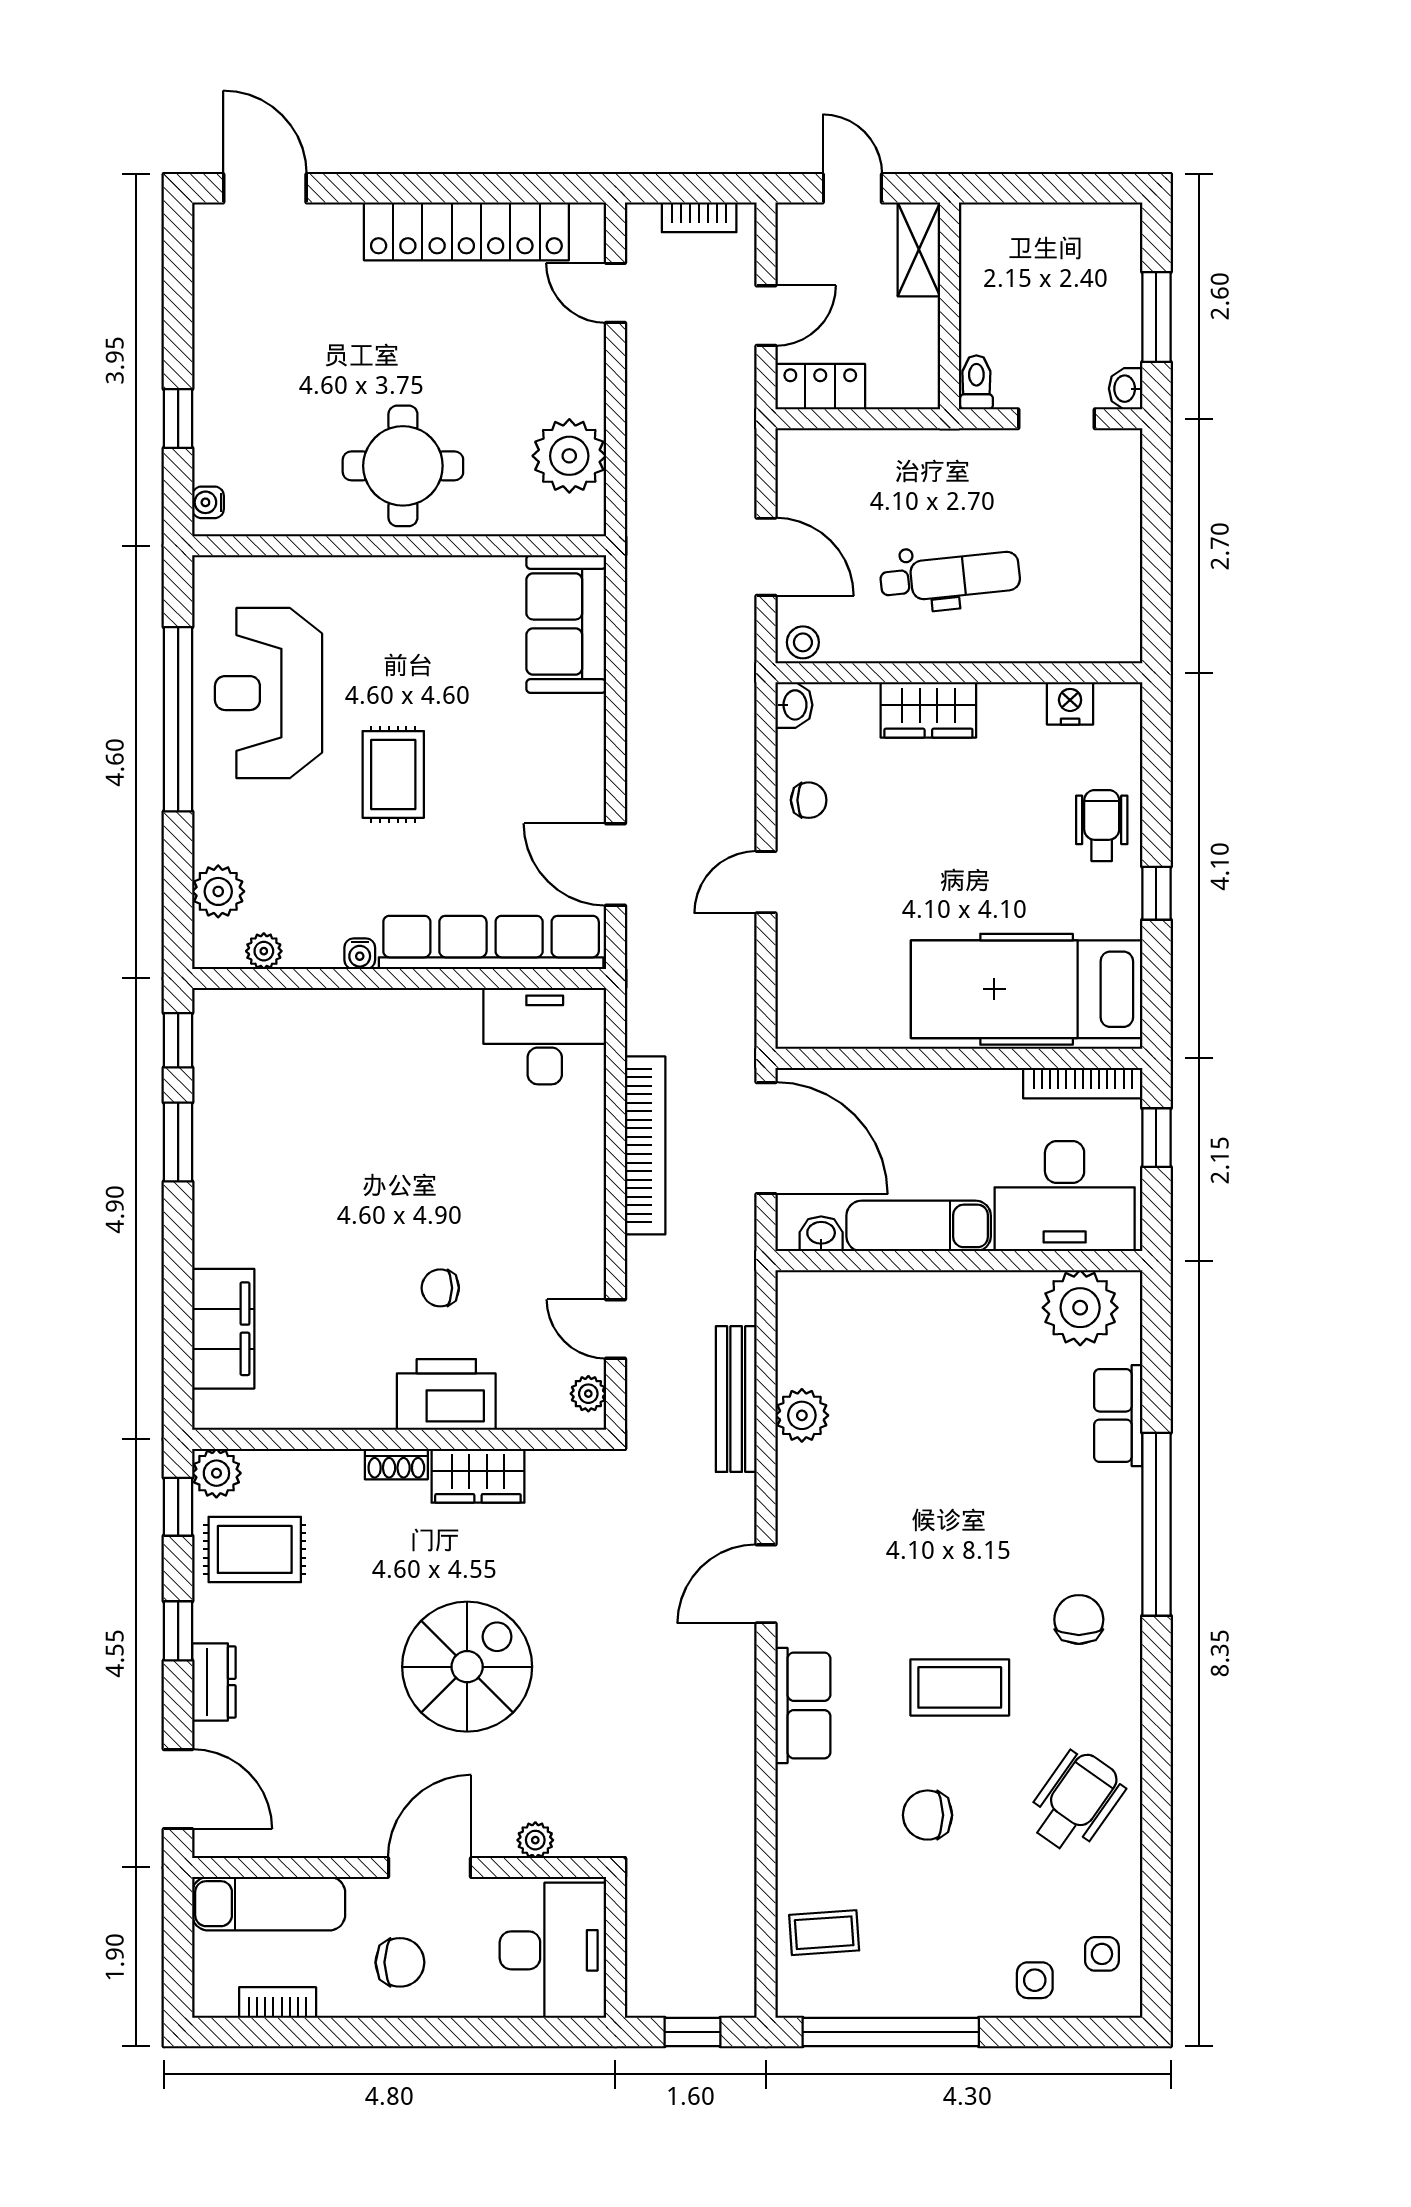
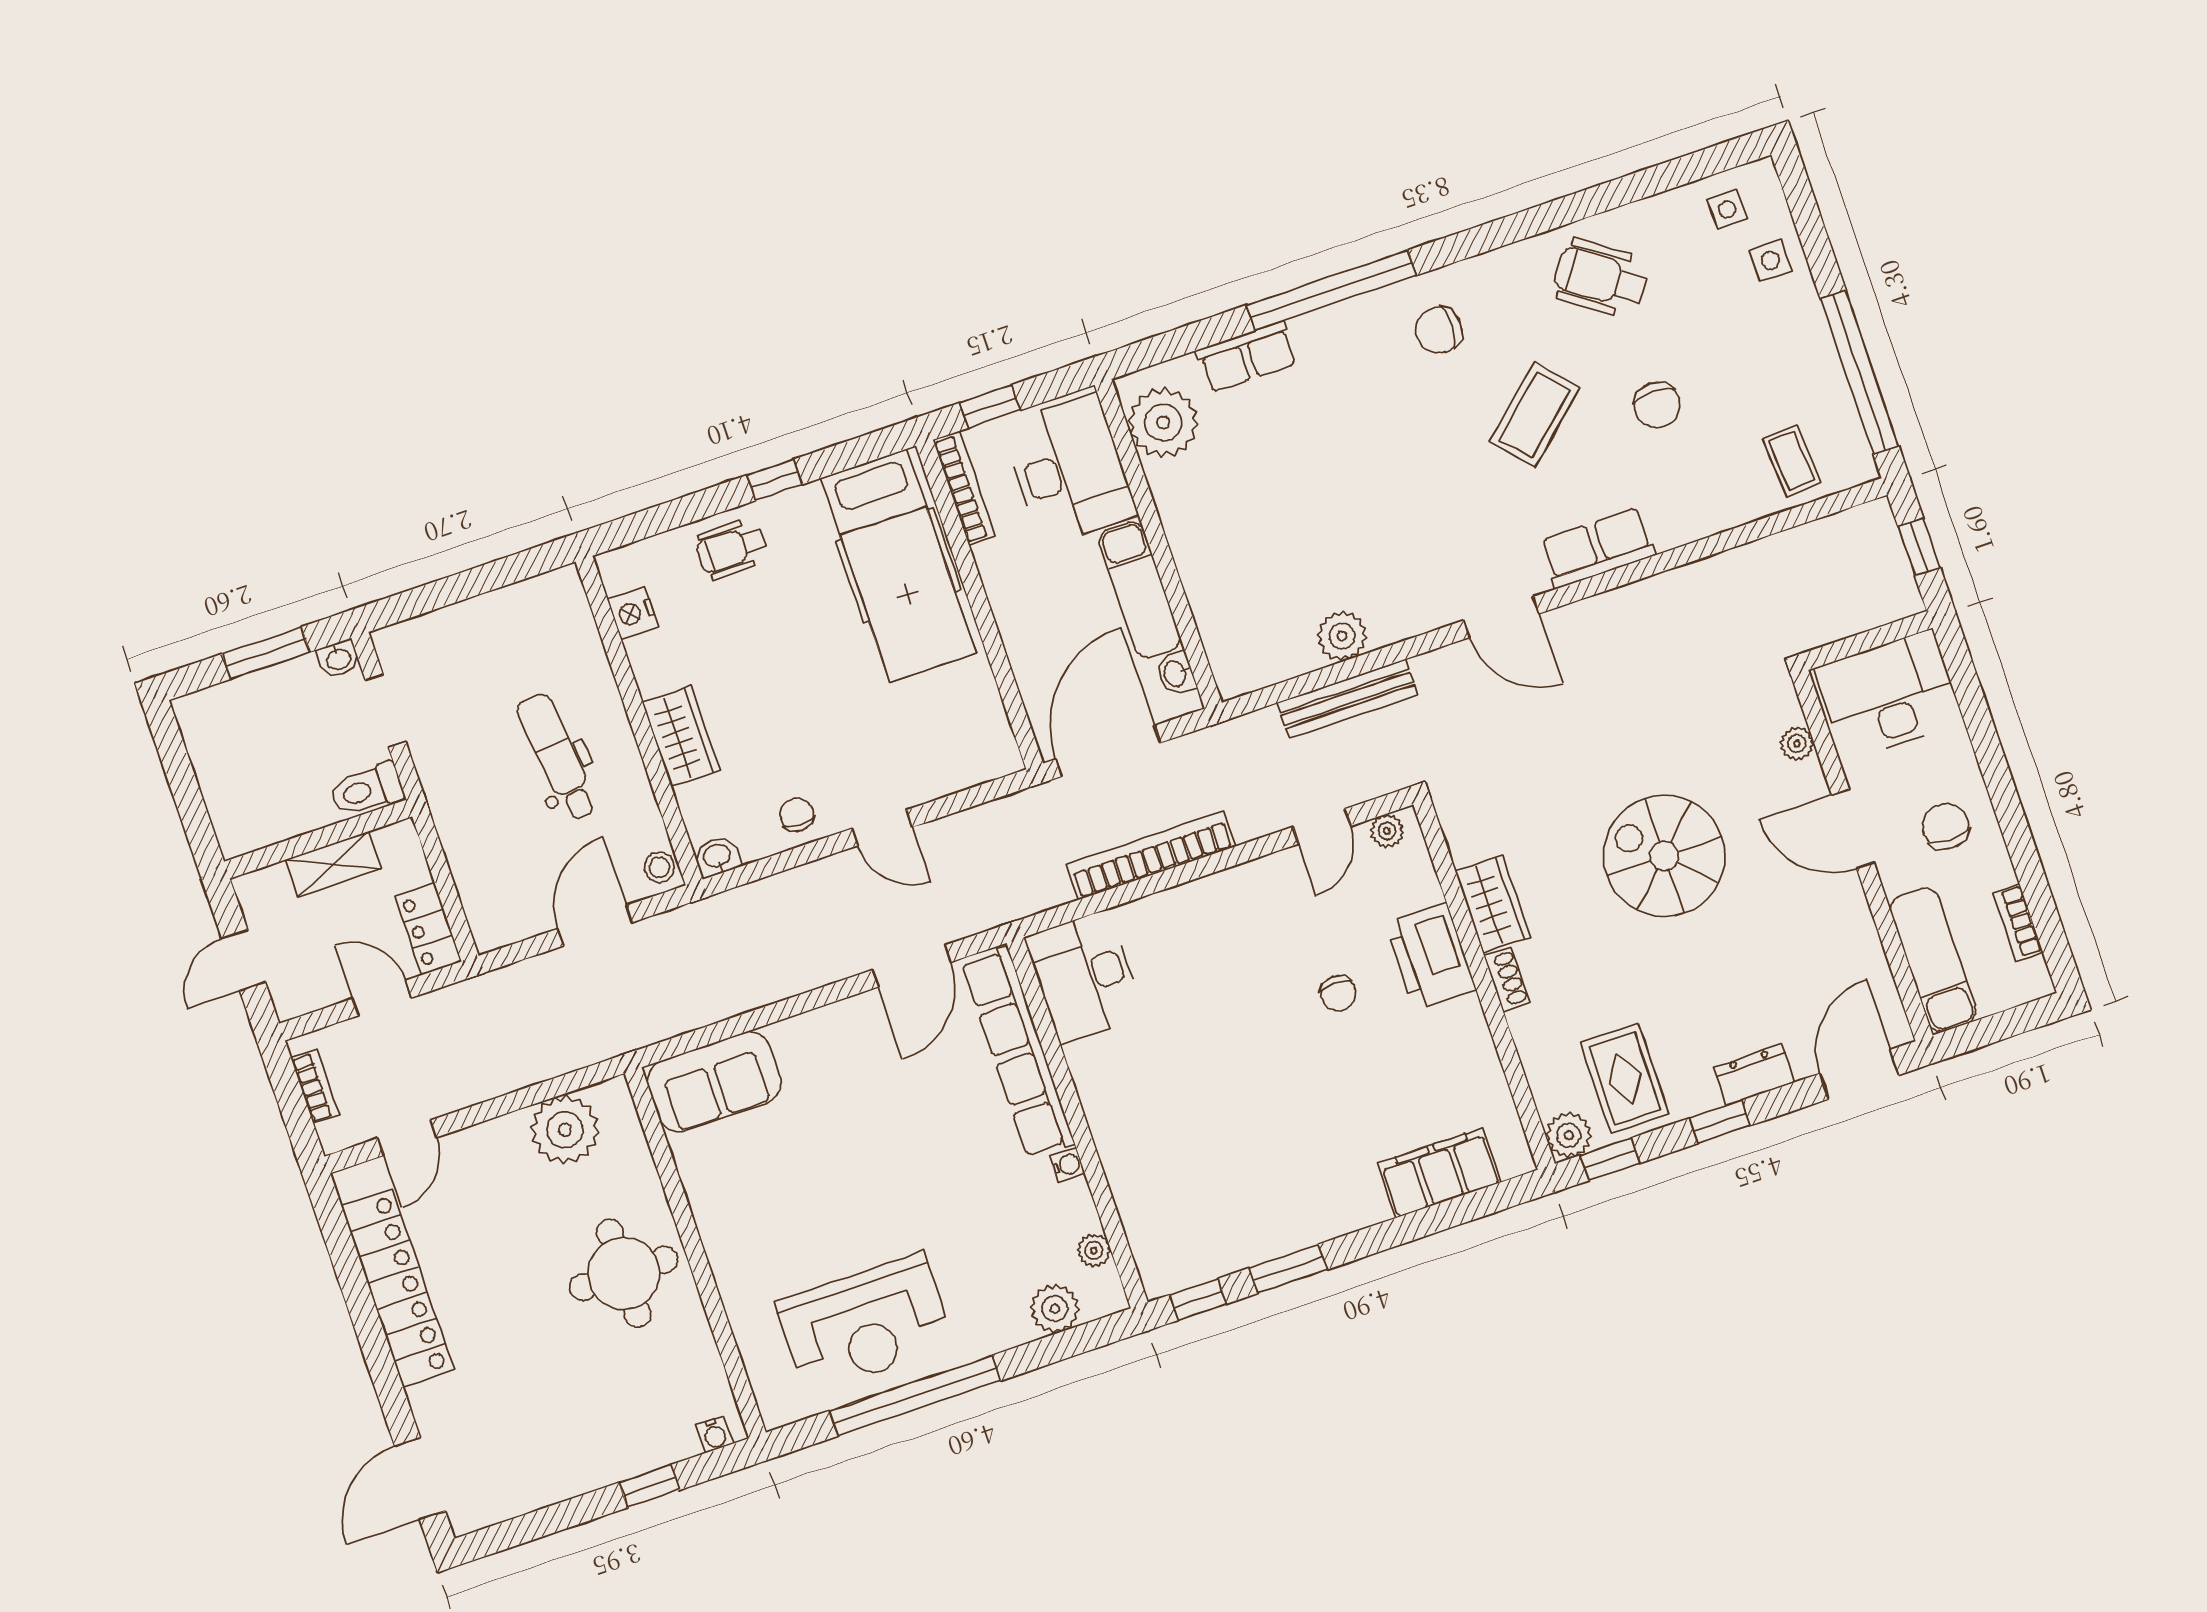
shelving: (919, 249) -> (333, 864), moved
toilet: (976, 382) -> (367, 790), width x1.37, depth x1.39
rug: (393, 774) -> (899, 1189), removed
coffee table: (960, 1687) -> (1535, 415), turned 48

